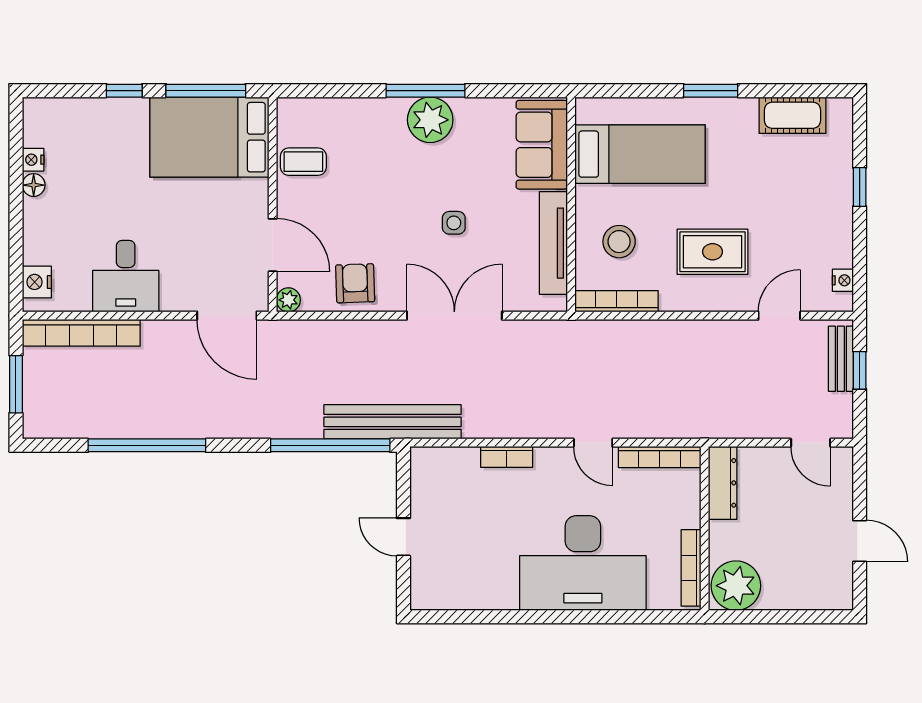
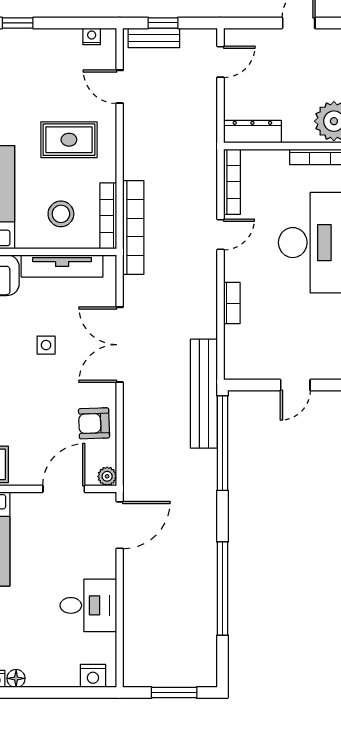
rug: (713, 252) -> (69, 140), turned 90
bookcase: (81, 333) -> (133, 227), moved

